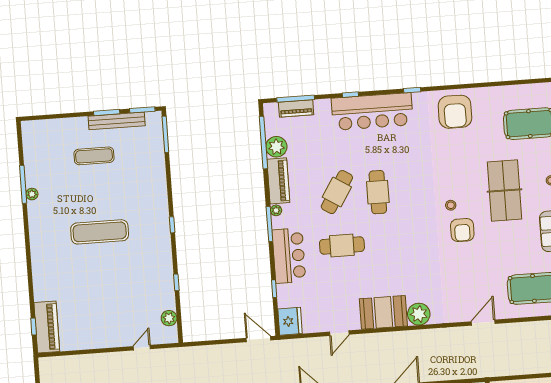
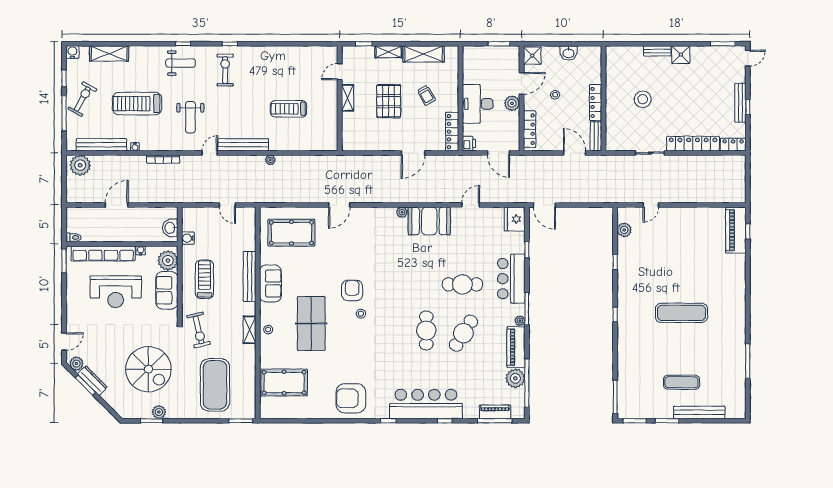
armchair: (455, 112) -> (351, 398), turned -90
bench: (117, 121) -> (699, 412), moved
plant: (32, 194) -> (740, 352), removed
plant: (419, 314) -> (402, 212), width x0.53, depth x0.53

